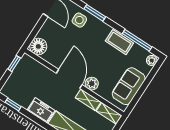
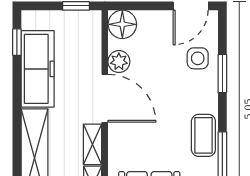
door: (69, 79) -> (105, 98), hinge flipped
plant: (92, 84) -> (119, 62), moved
freezer: (41, 110) -> (38, 69), width x1.91, depth x1.26

